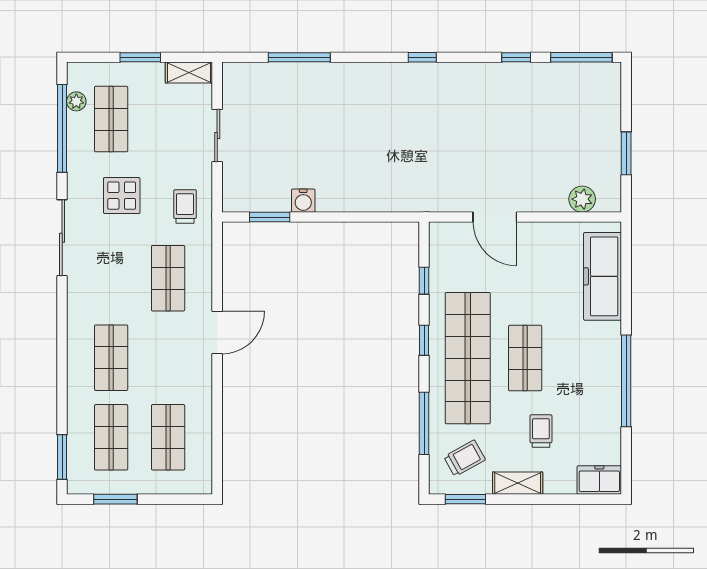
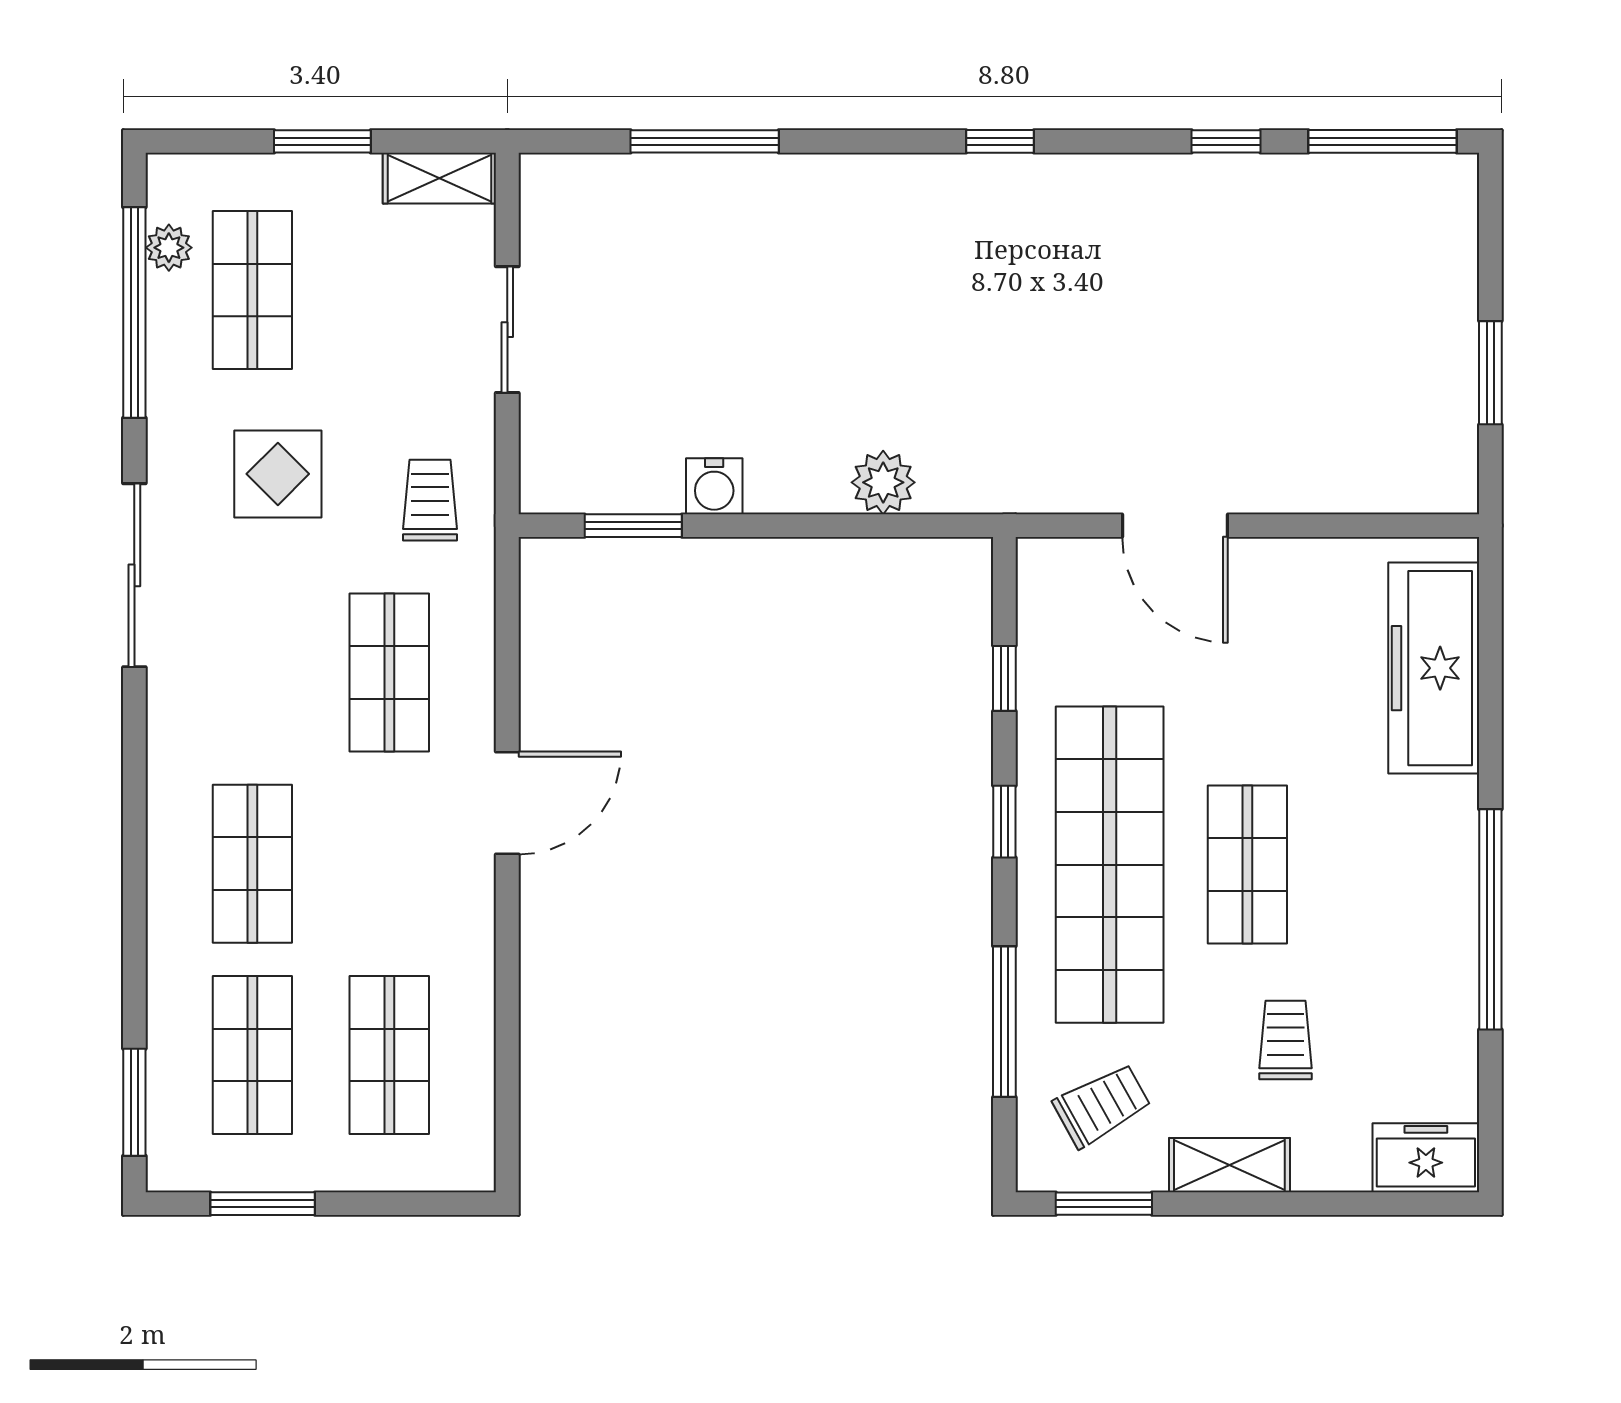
plant: (582, 199) -> (883, 482), moved

